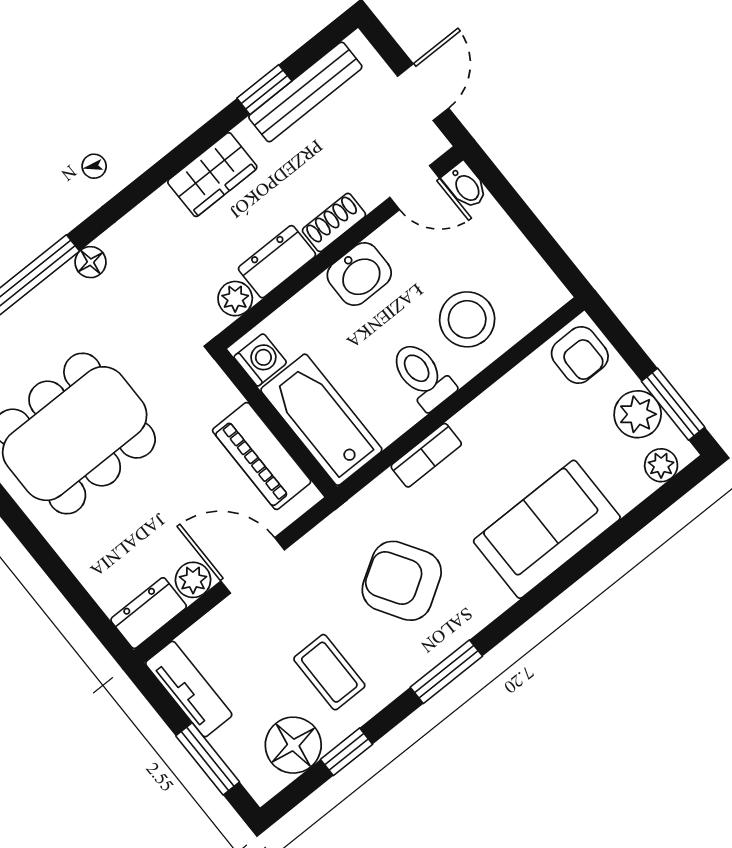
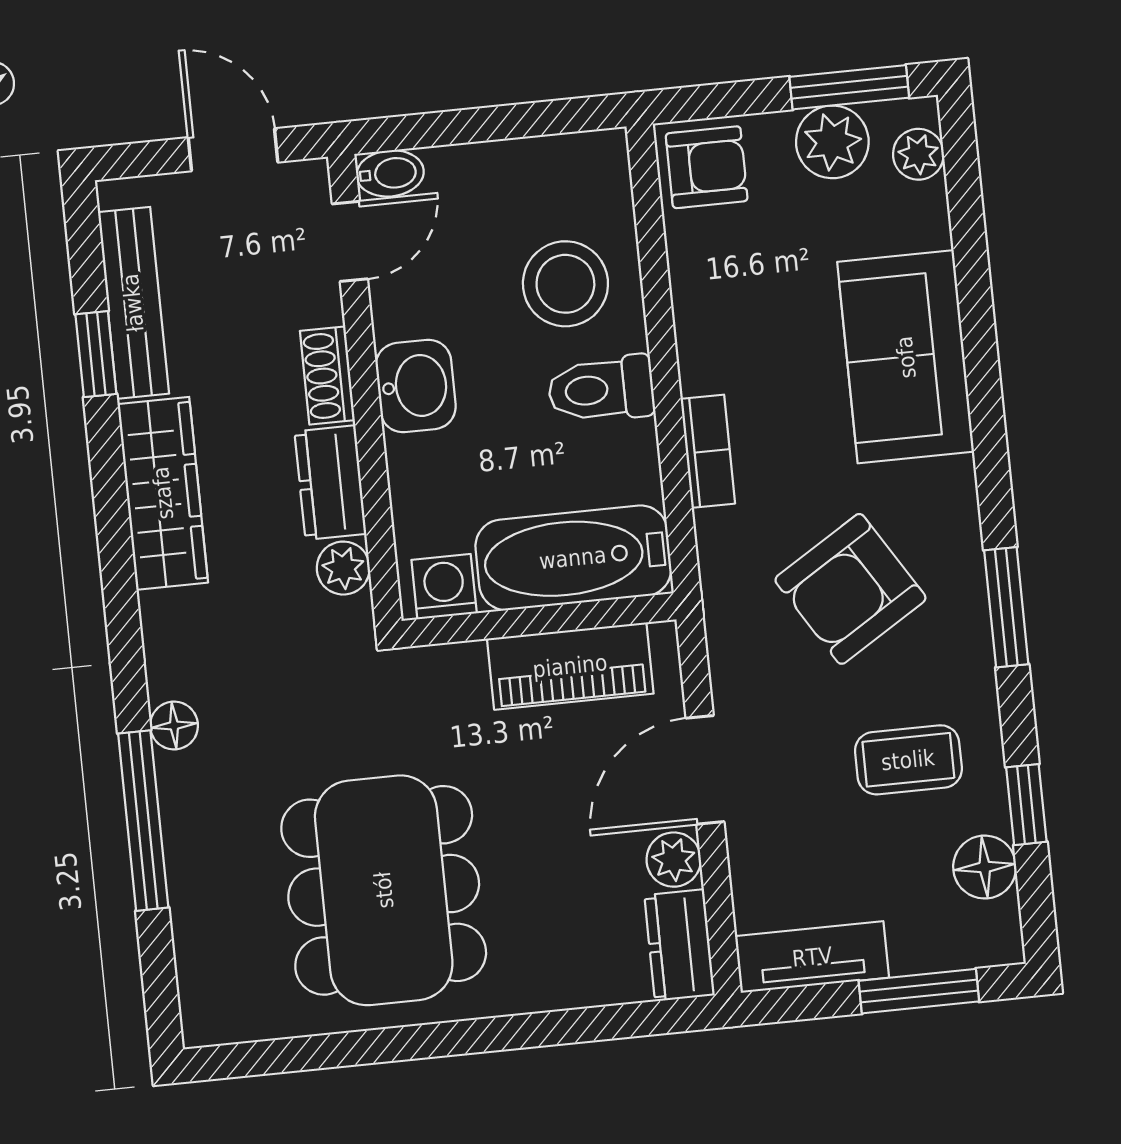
wardrobe: (212, 175) -> (163, 493), width x1.50
floor lamp: (293, 745) -> (985, 867), width x0.73, depth x0.73

